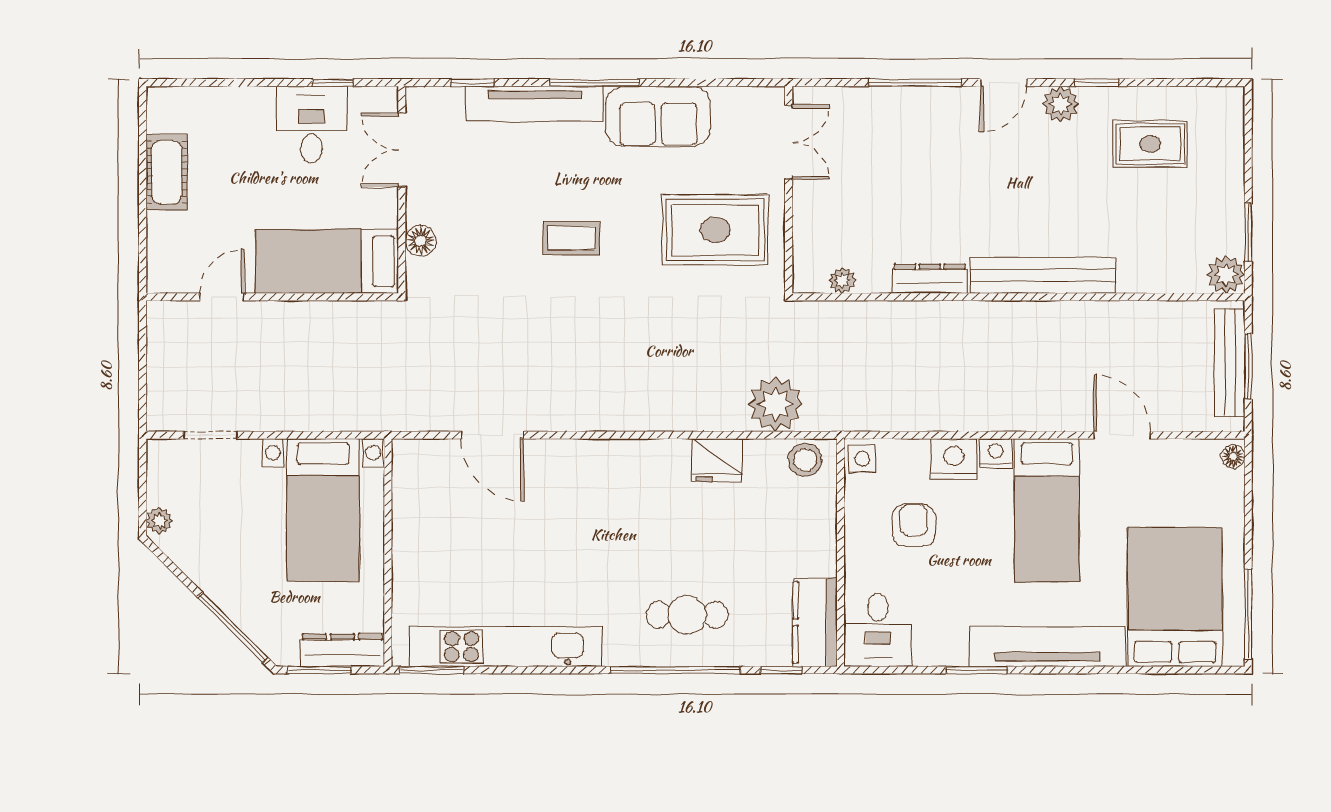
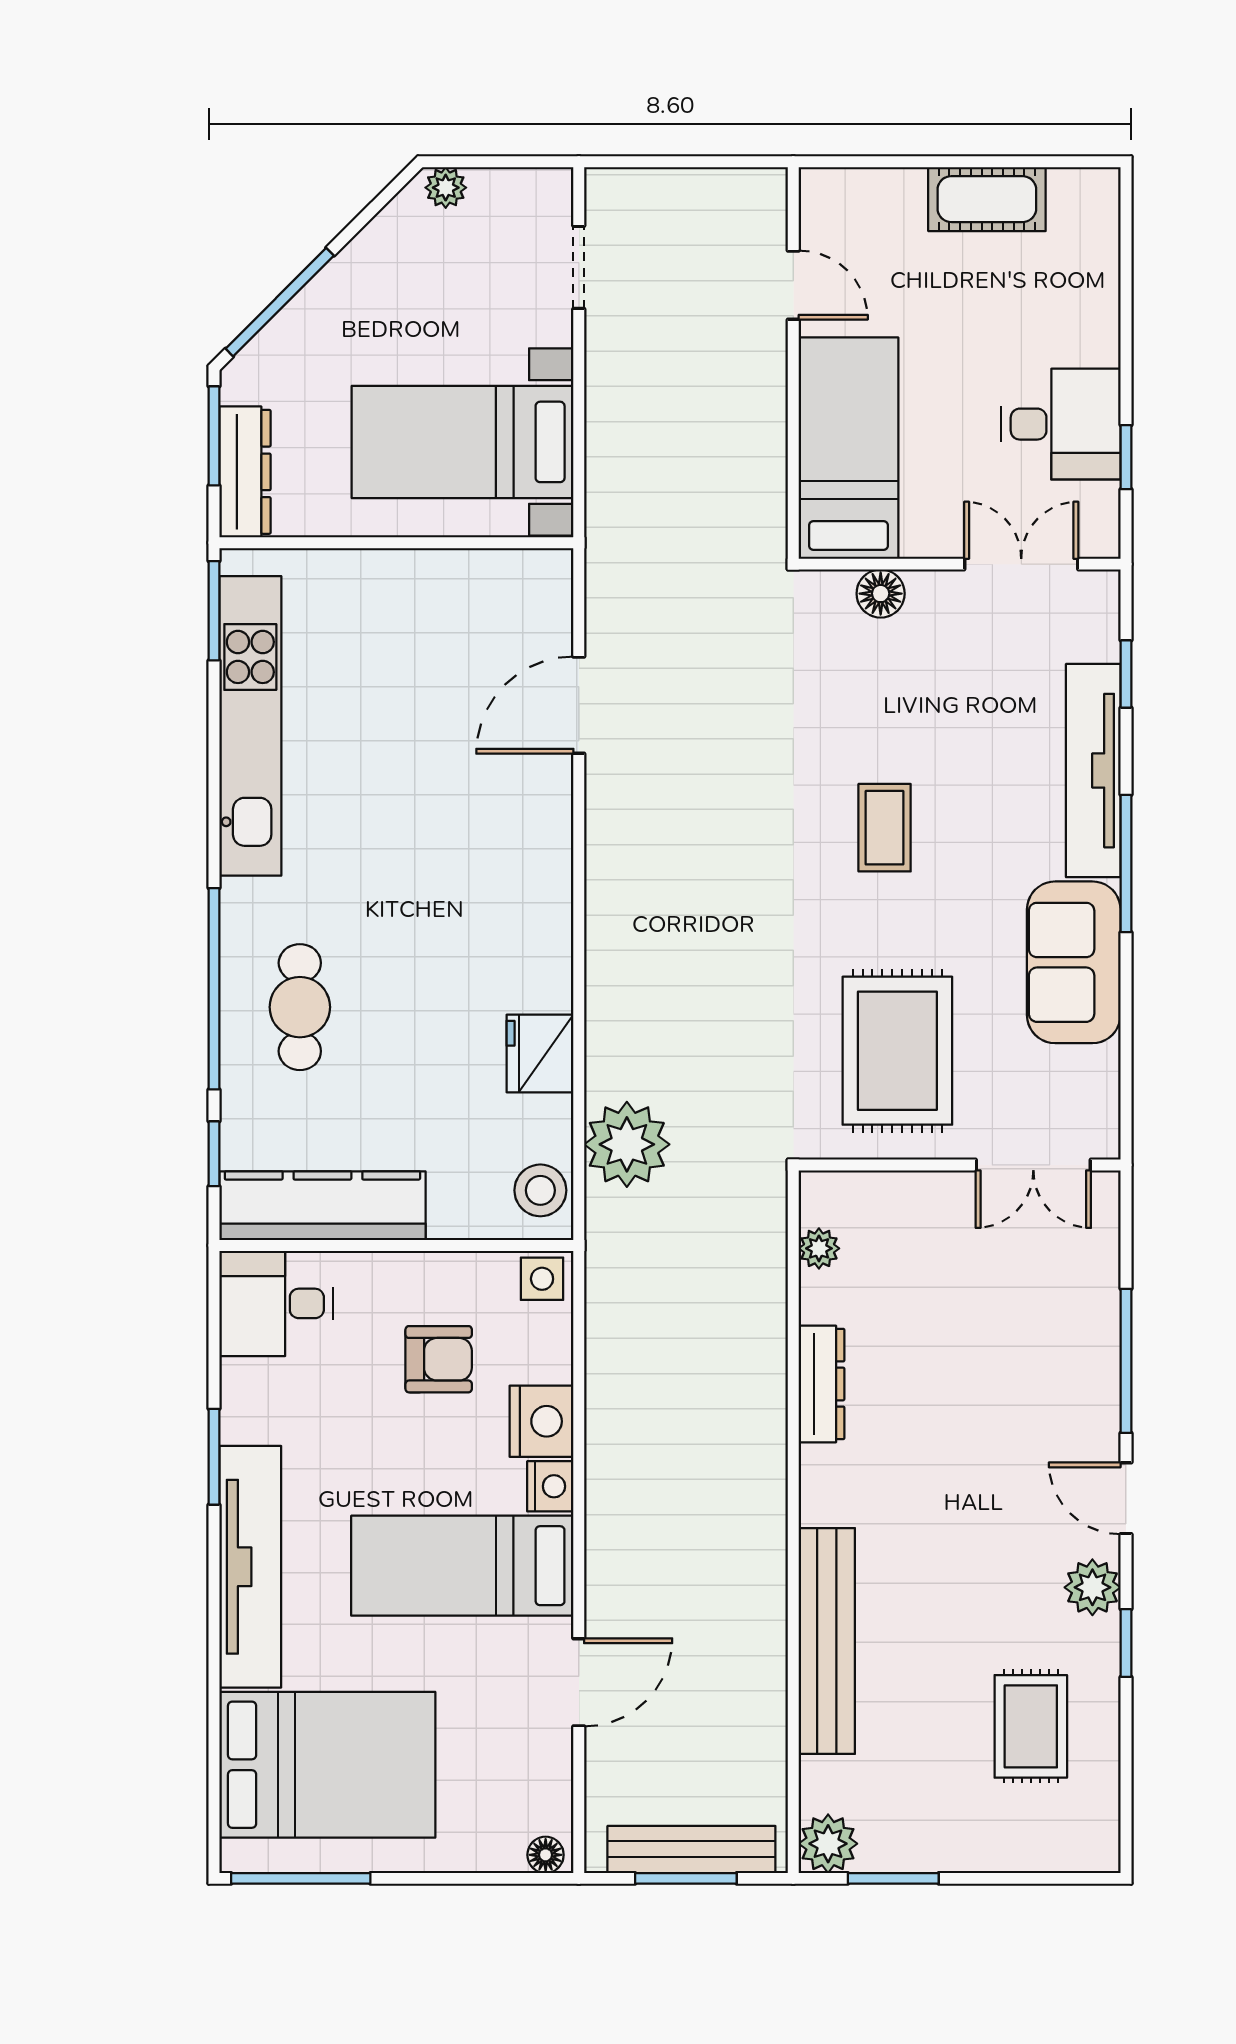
bench: (1043, 275) -> (827, 1641), moved
kitchen counter: (815, 622) -> (322, 1206), width x1.50

